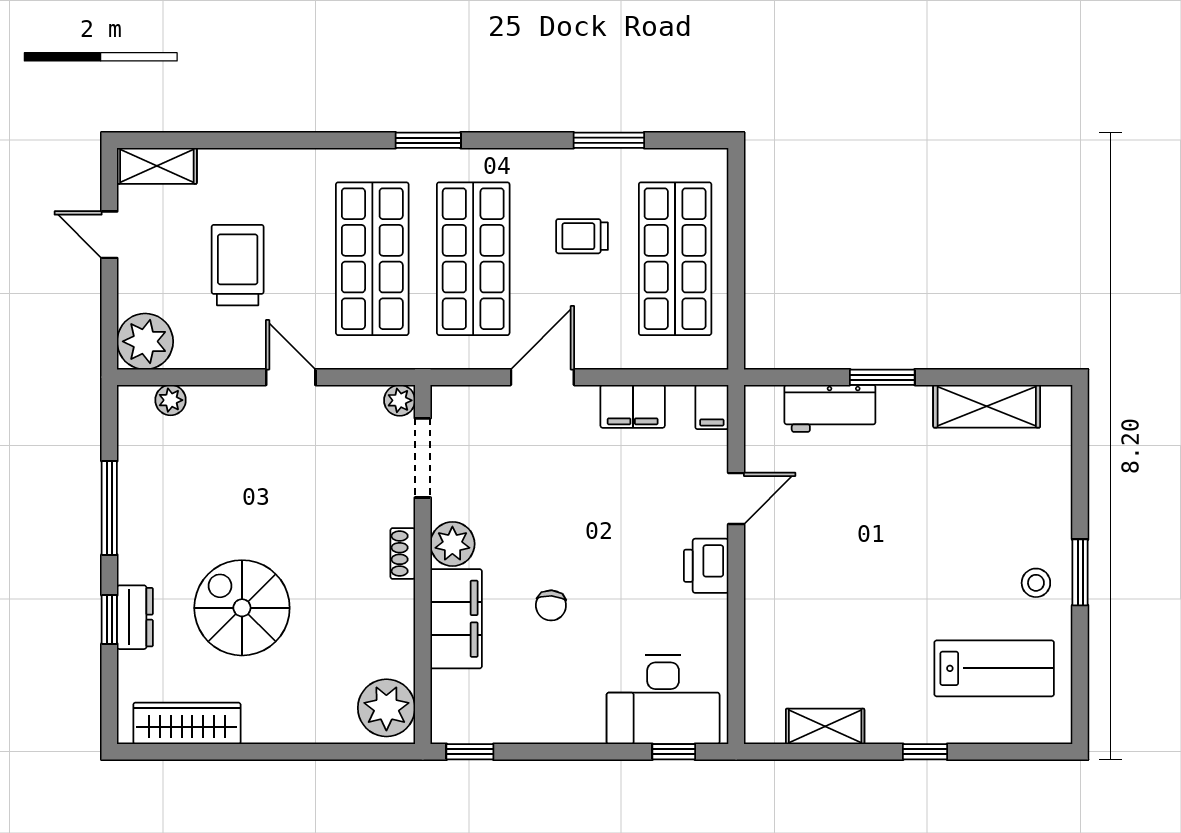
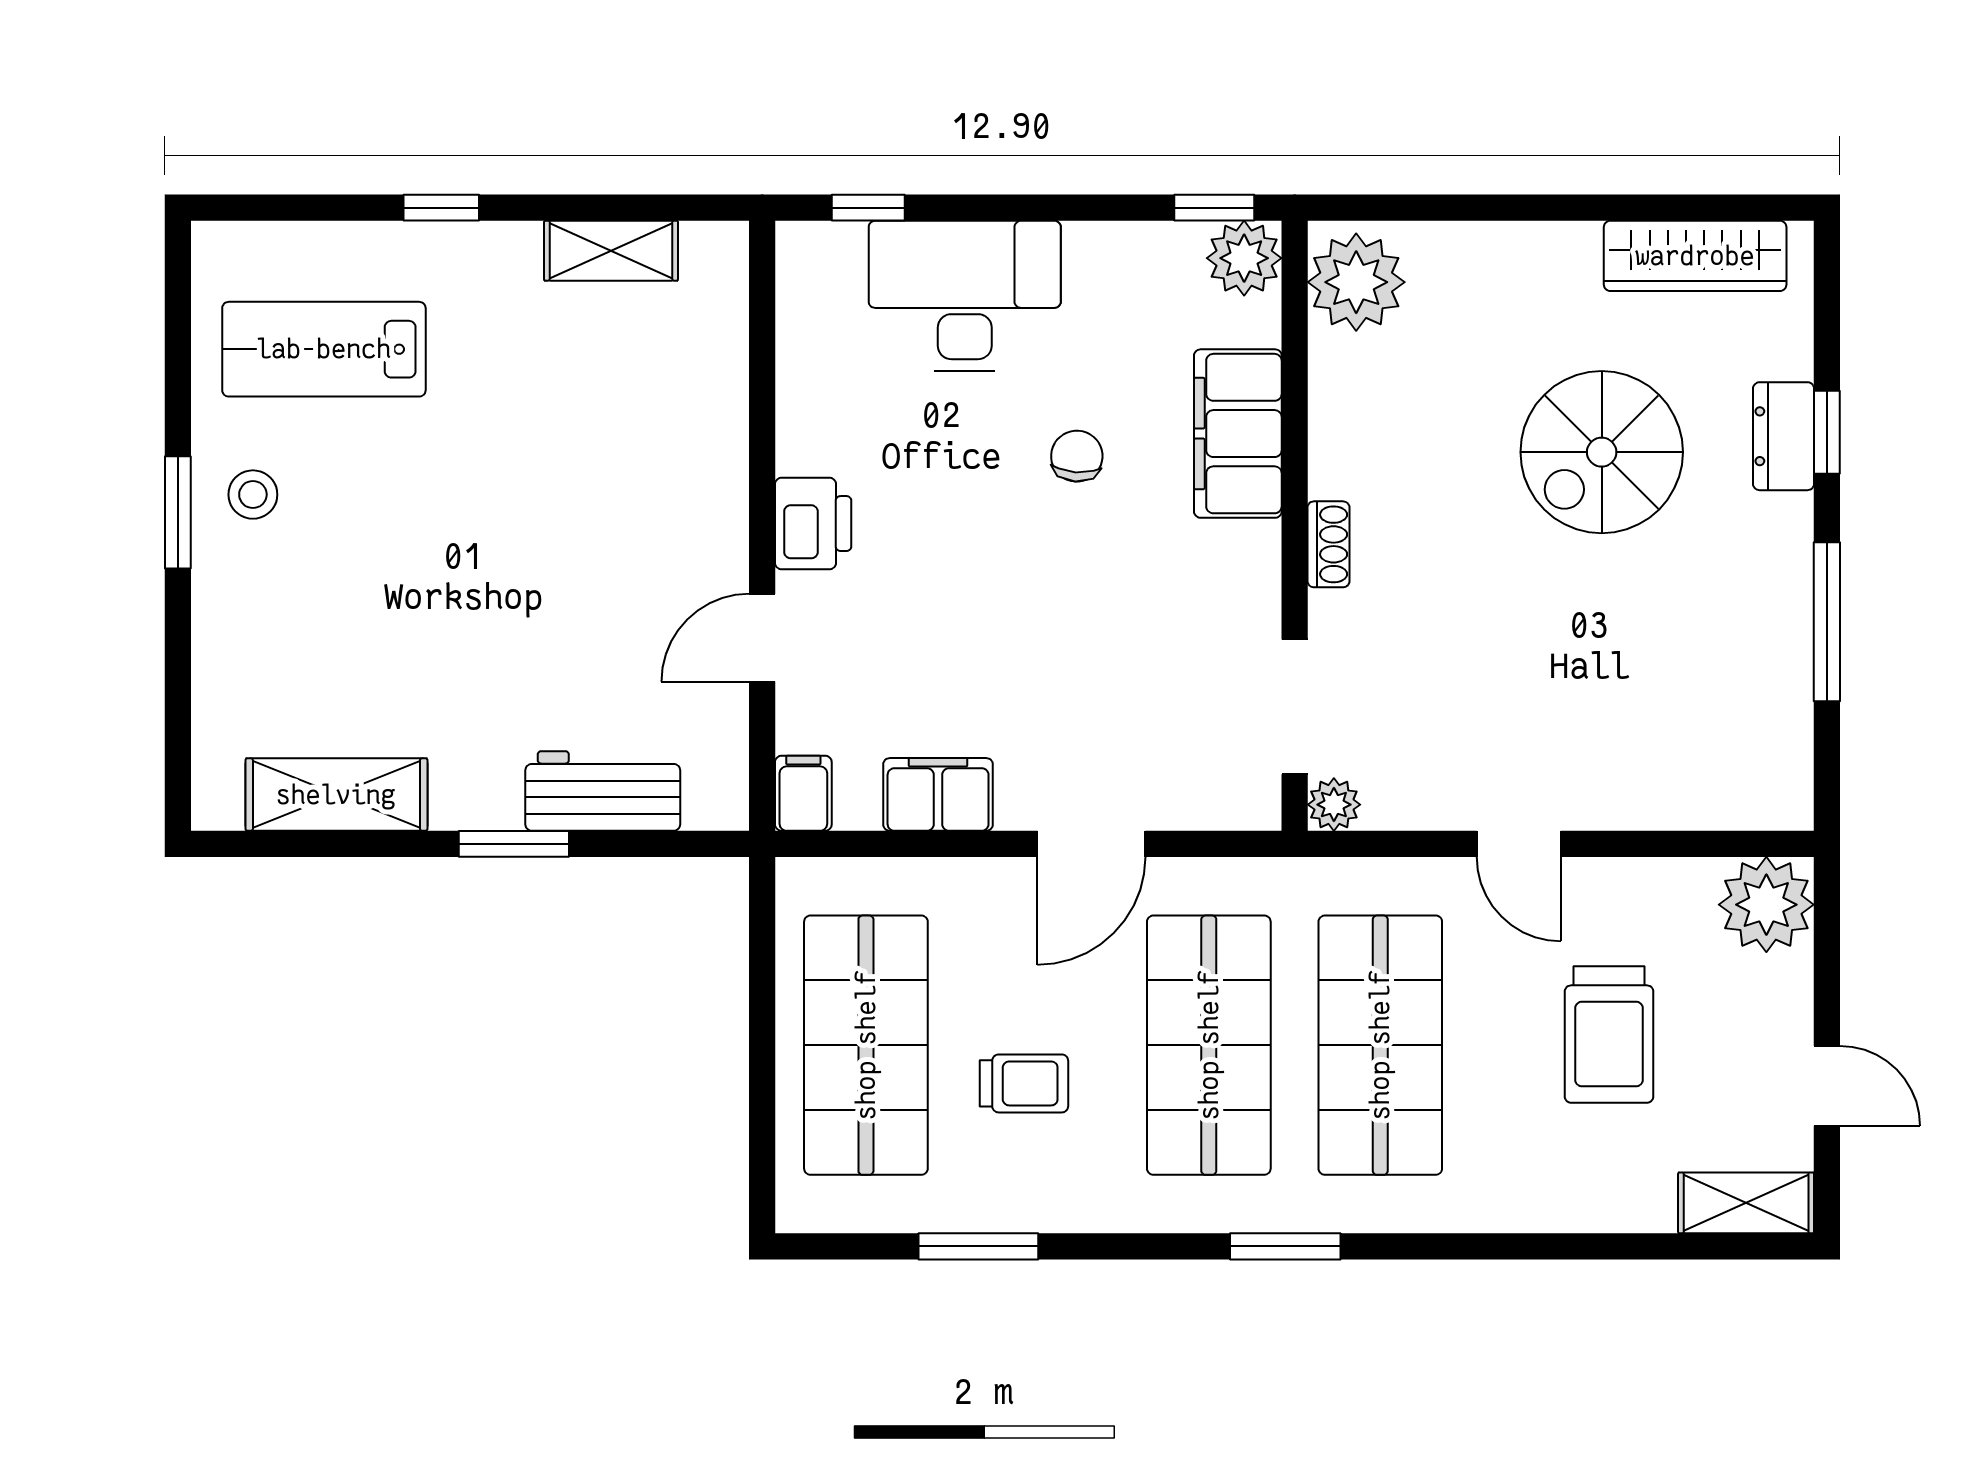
plant: (171, 400) -> (1723, 805), removed
plant: (452, 544) -> (1244, 258), moved
spiral stairs: (242, 608) -> (1602, 452), turned 90
desk: (663, 700) -> (965, 296), moved

